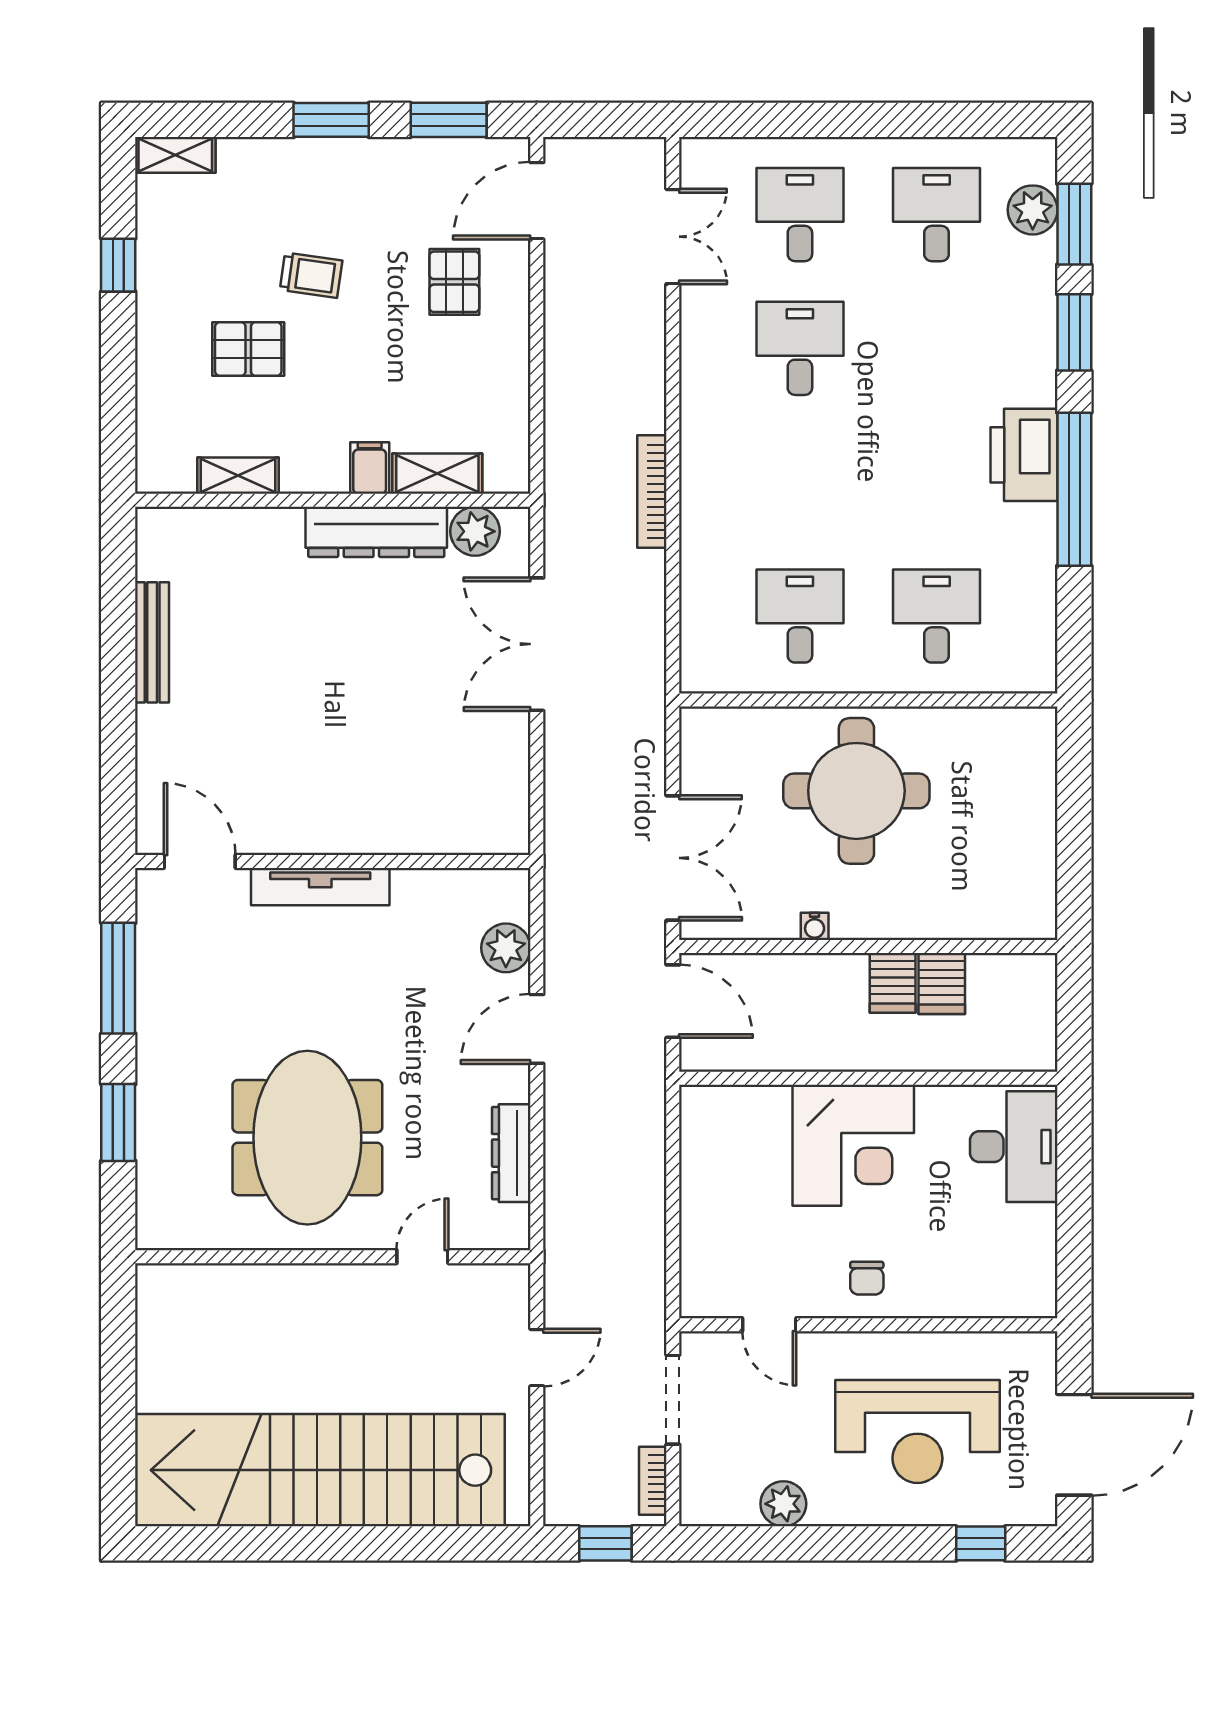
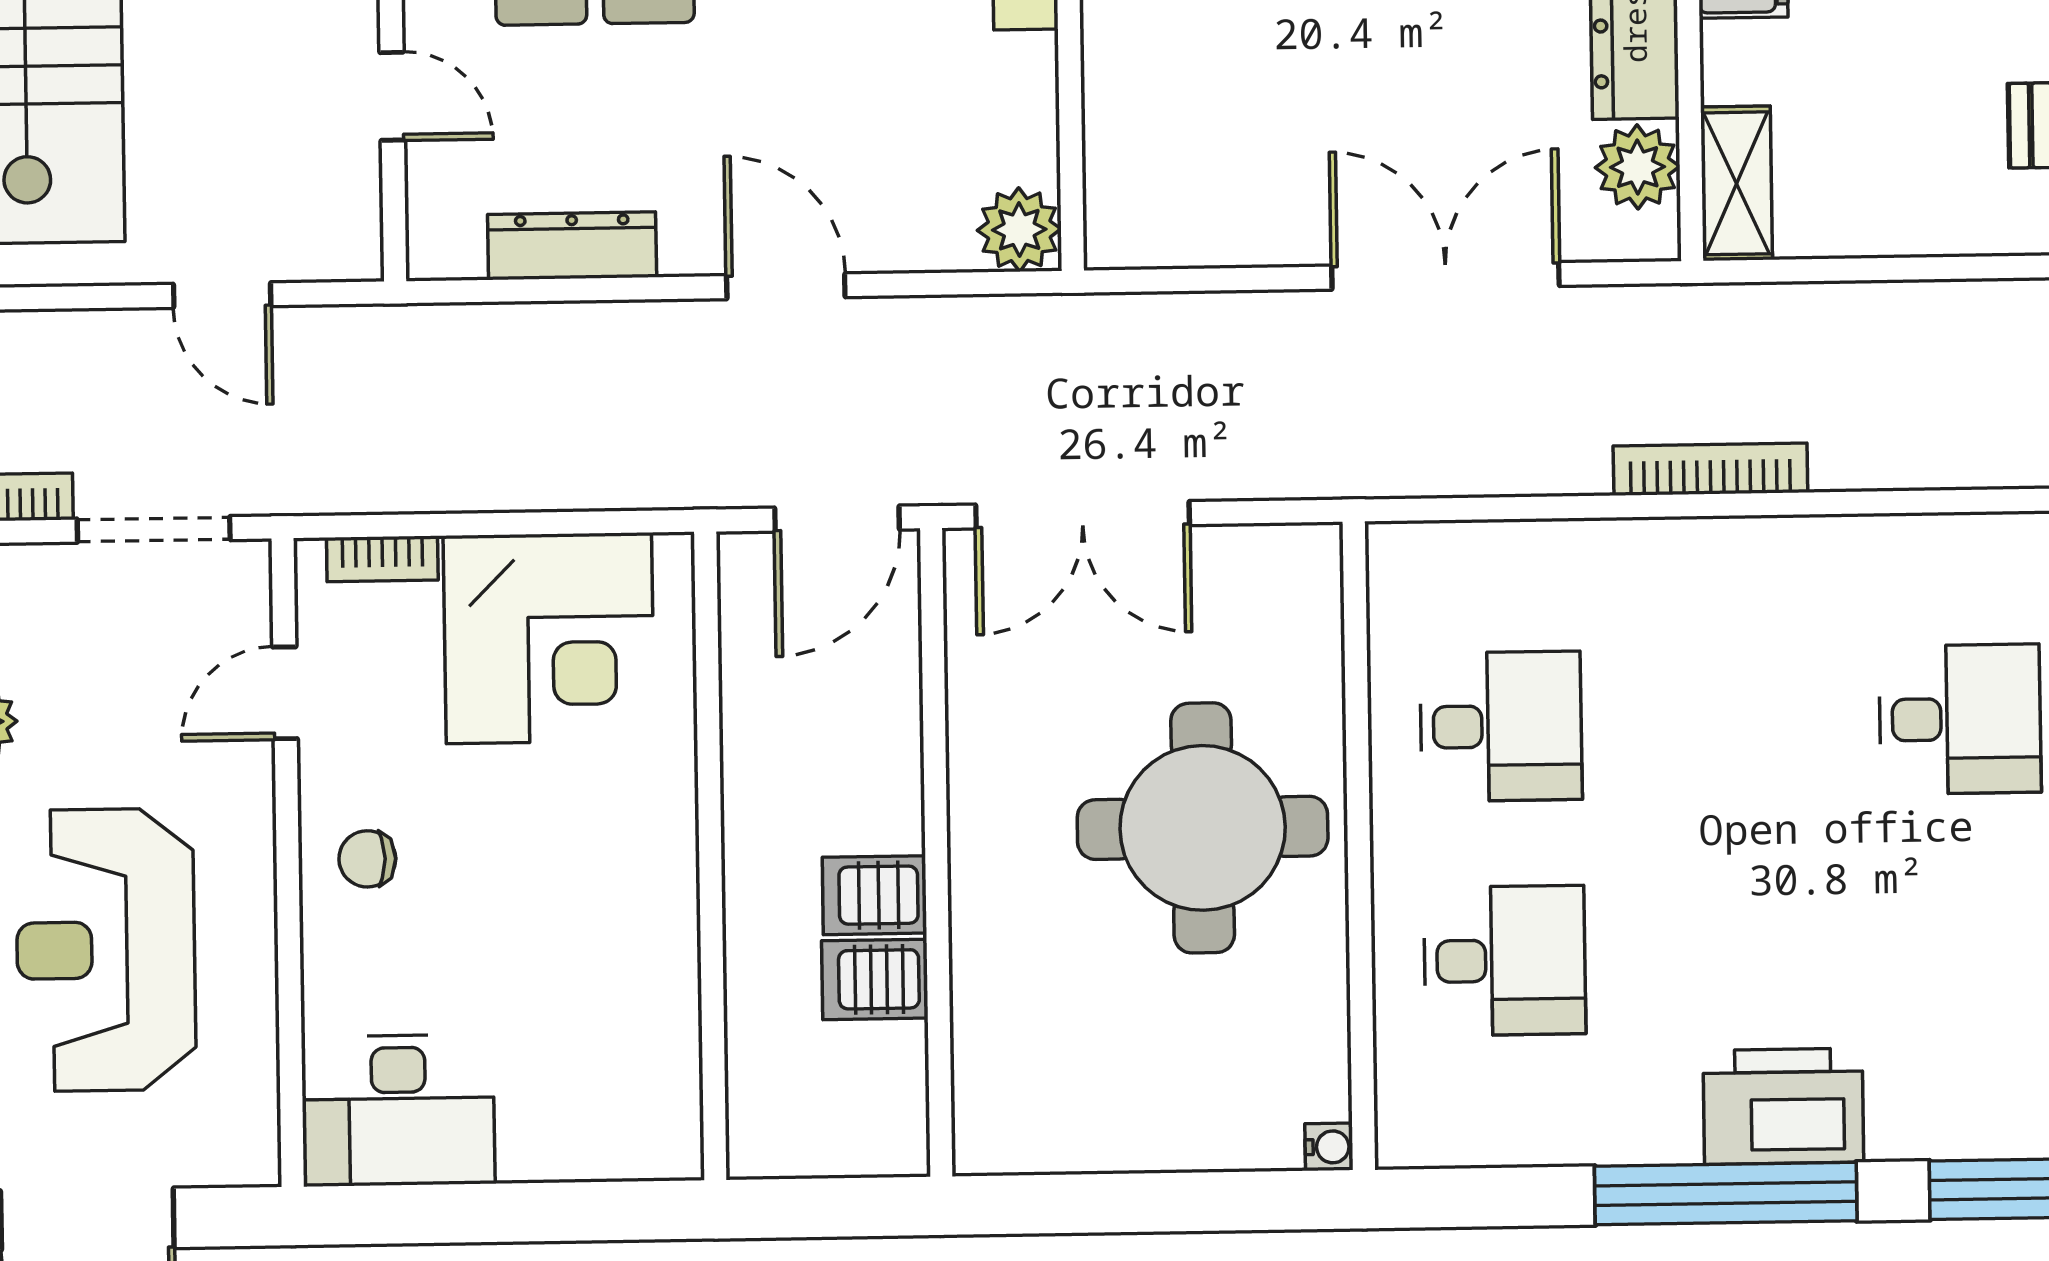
shelving: (437, 474) -> (1737, 183), moved
water cooler: (815, 926) -> (1329, 1147), moved, turned 180
plant: (506, 948) -> (1019, 230), moved
corner desk: (853, 1145) -> (549, 638), moved, turned -90
desk: (1014, 1147) -> (399, 1110), moved
bookcase: (692, 1267) -> (382, 559), added

